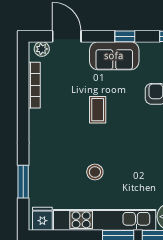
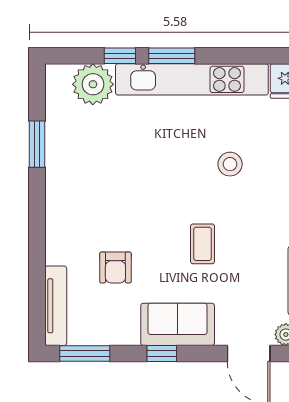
stool: (95, 172) -> (230, 164), moved

